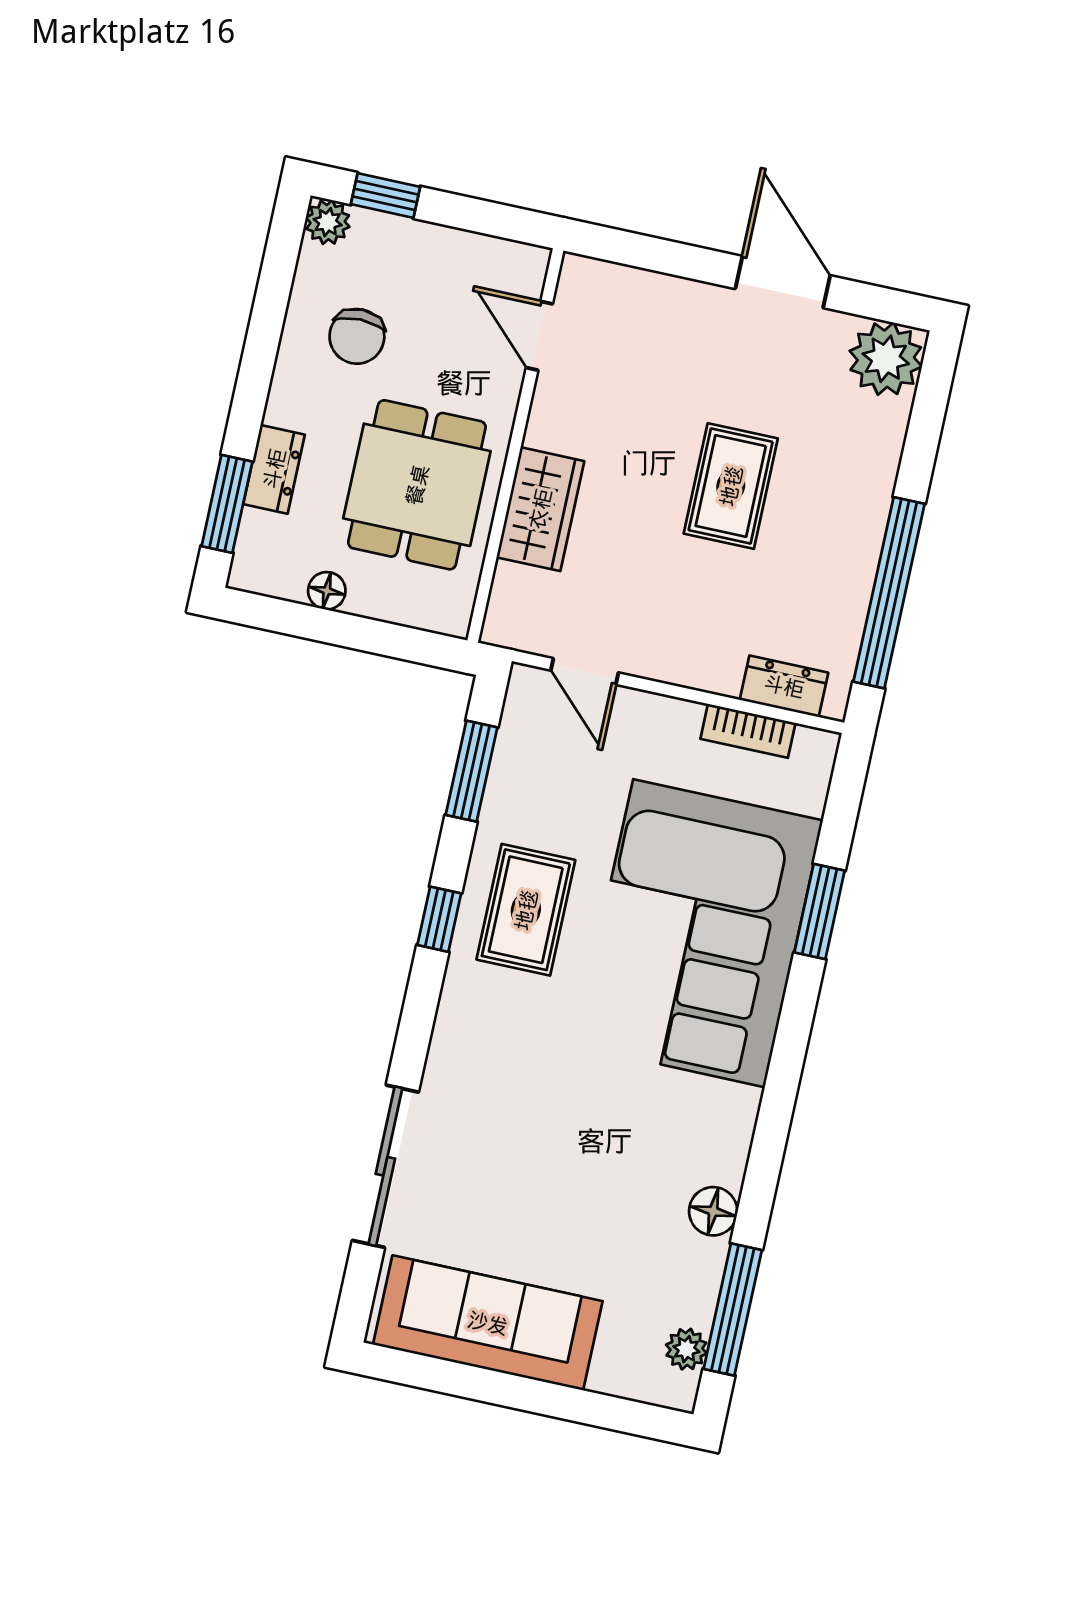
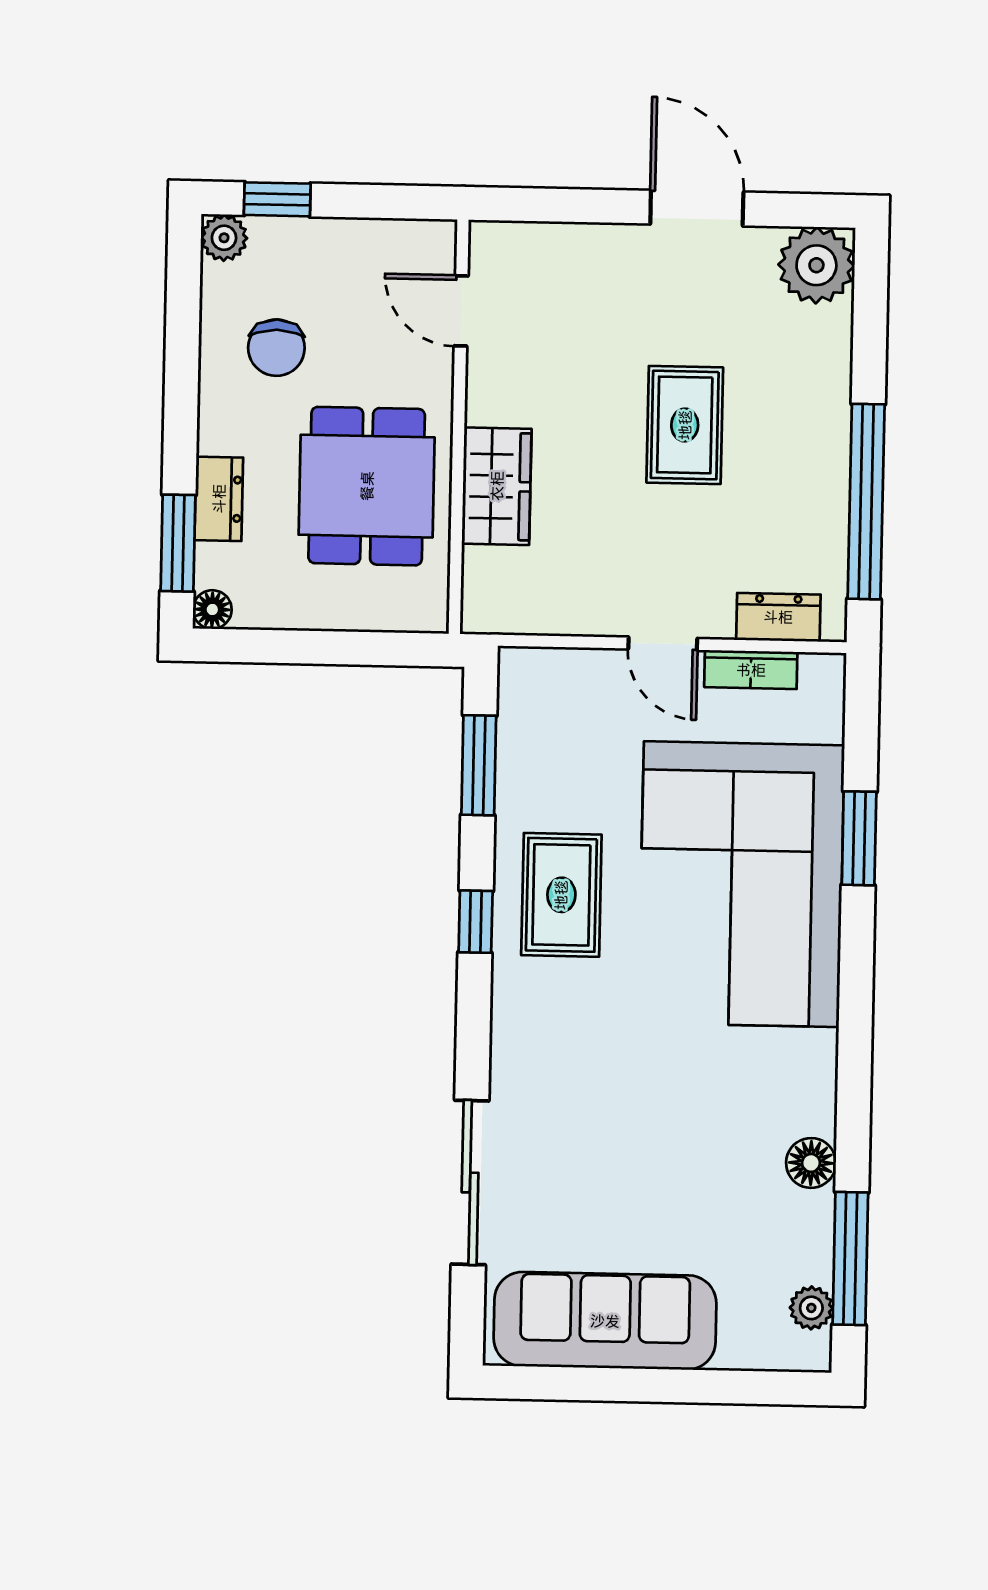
floor lamp: (327, 591) -> (212, 610), moved
door: (585, 671) -> (663, 644), moved

